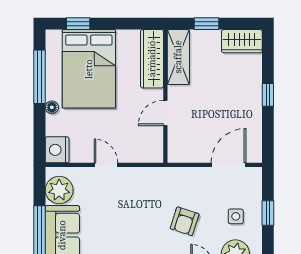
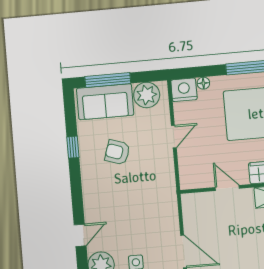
floor lamp: (52, 107) -> (203, 83), moved
armchair: (185, 221) -> (117, 152), moved

